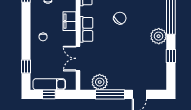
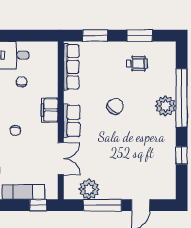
plant: (159, 36) -> (165, 106), moved
double door: (78, 58) -> (61, 159), swing flipped
window: (49, 94) -> (38, 205), moved

